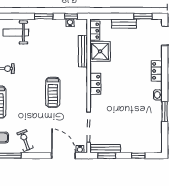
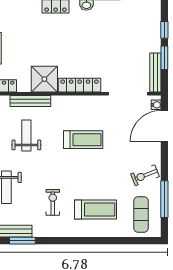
weight bench: (56, 48) -> (26, 136), added
shower: (100, 51) -> (44, 79), moved
locker: (95, 84) -> (80, 85), width x1.53
window: (107, 156) -> (164, 58), moved

